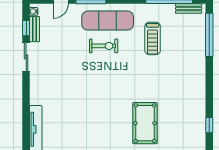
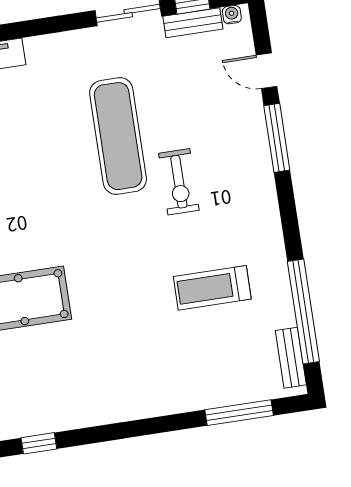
exercise mat: (108, 21) -> (118, 136), moved
window: (209, 35) -> (239, 413), width x0.68

